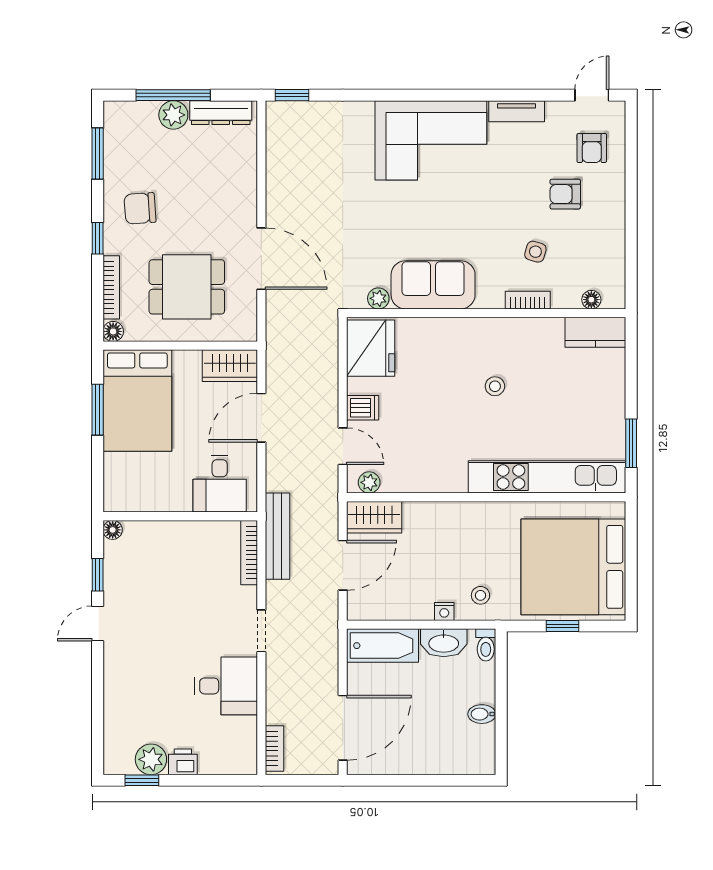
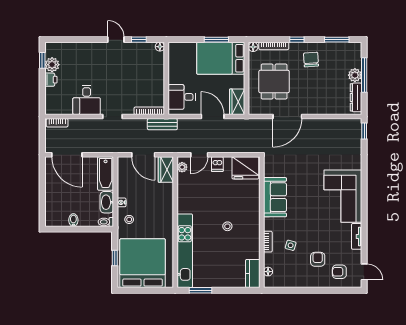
plant: (378, 298) -> (269, 171), removed
bench: (278, 536) -> (162, 124), width x0.73

